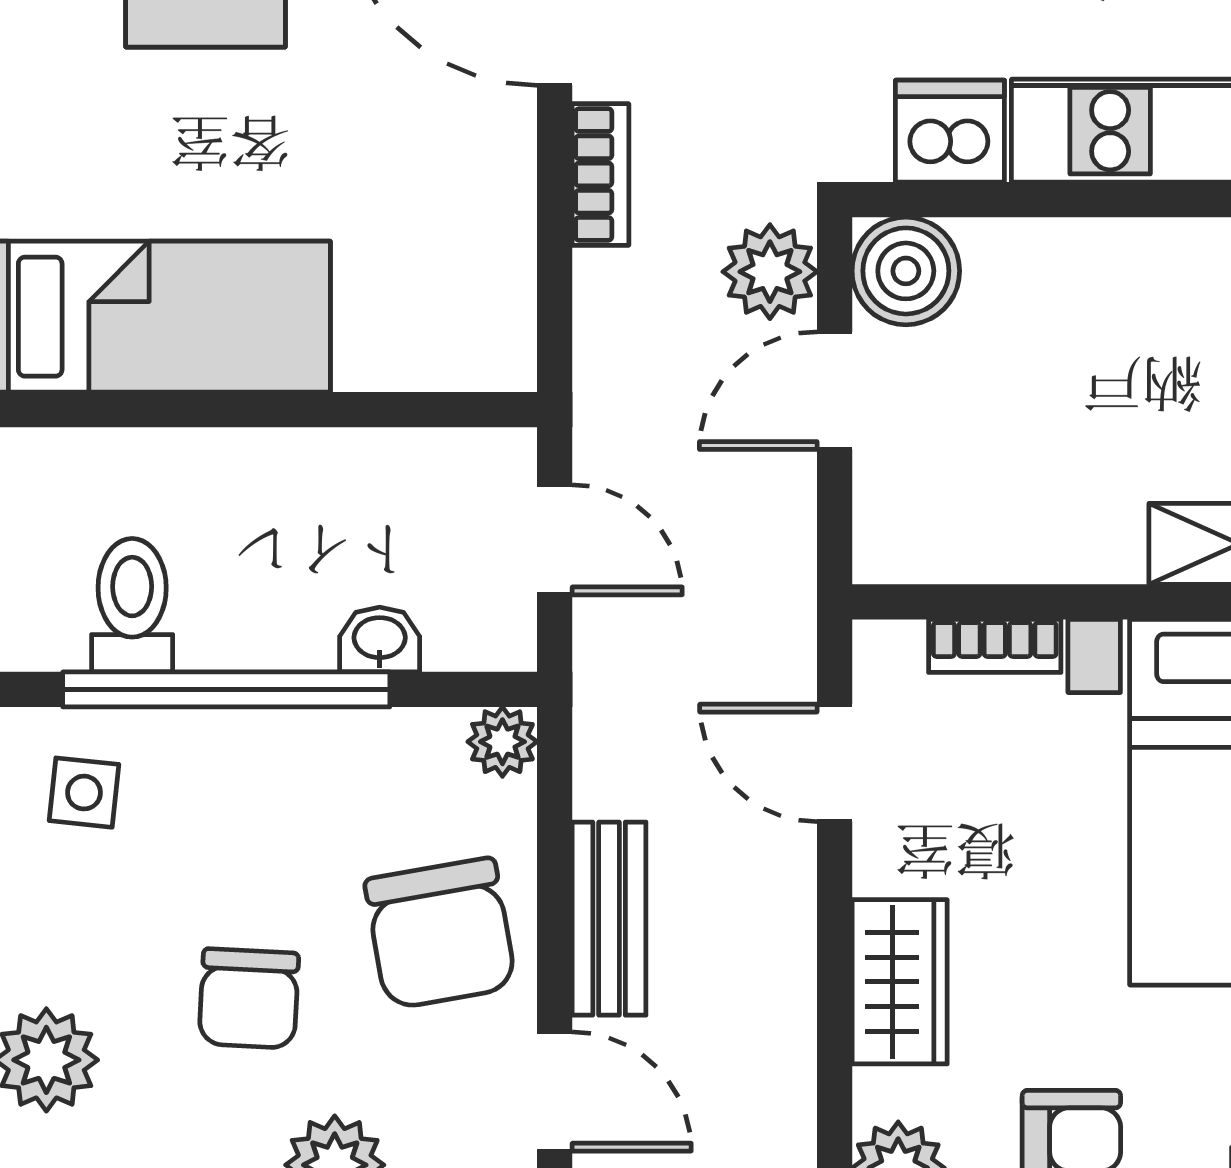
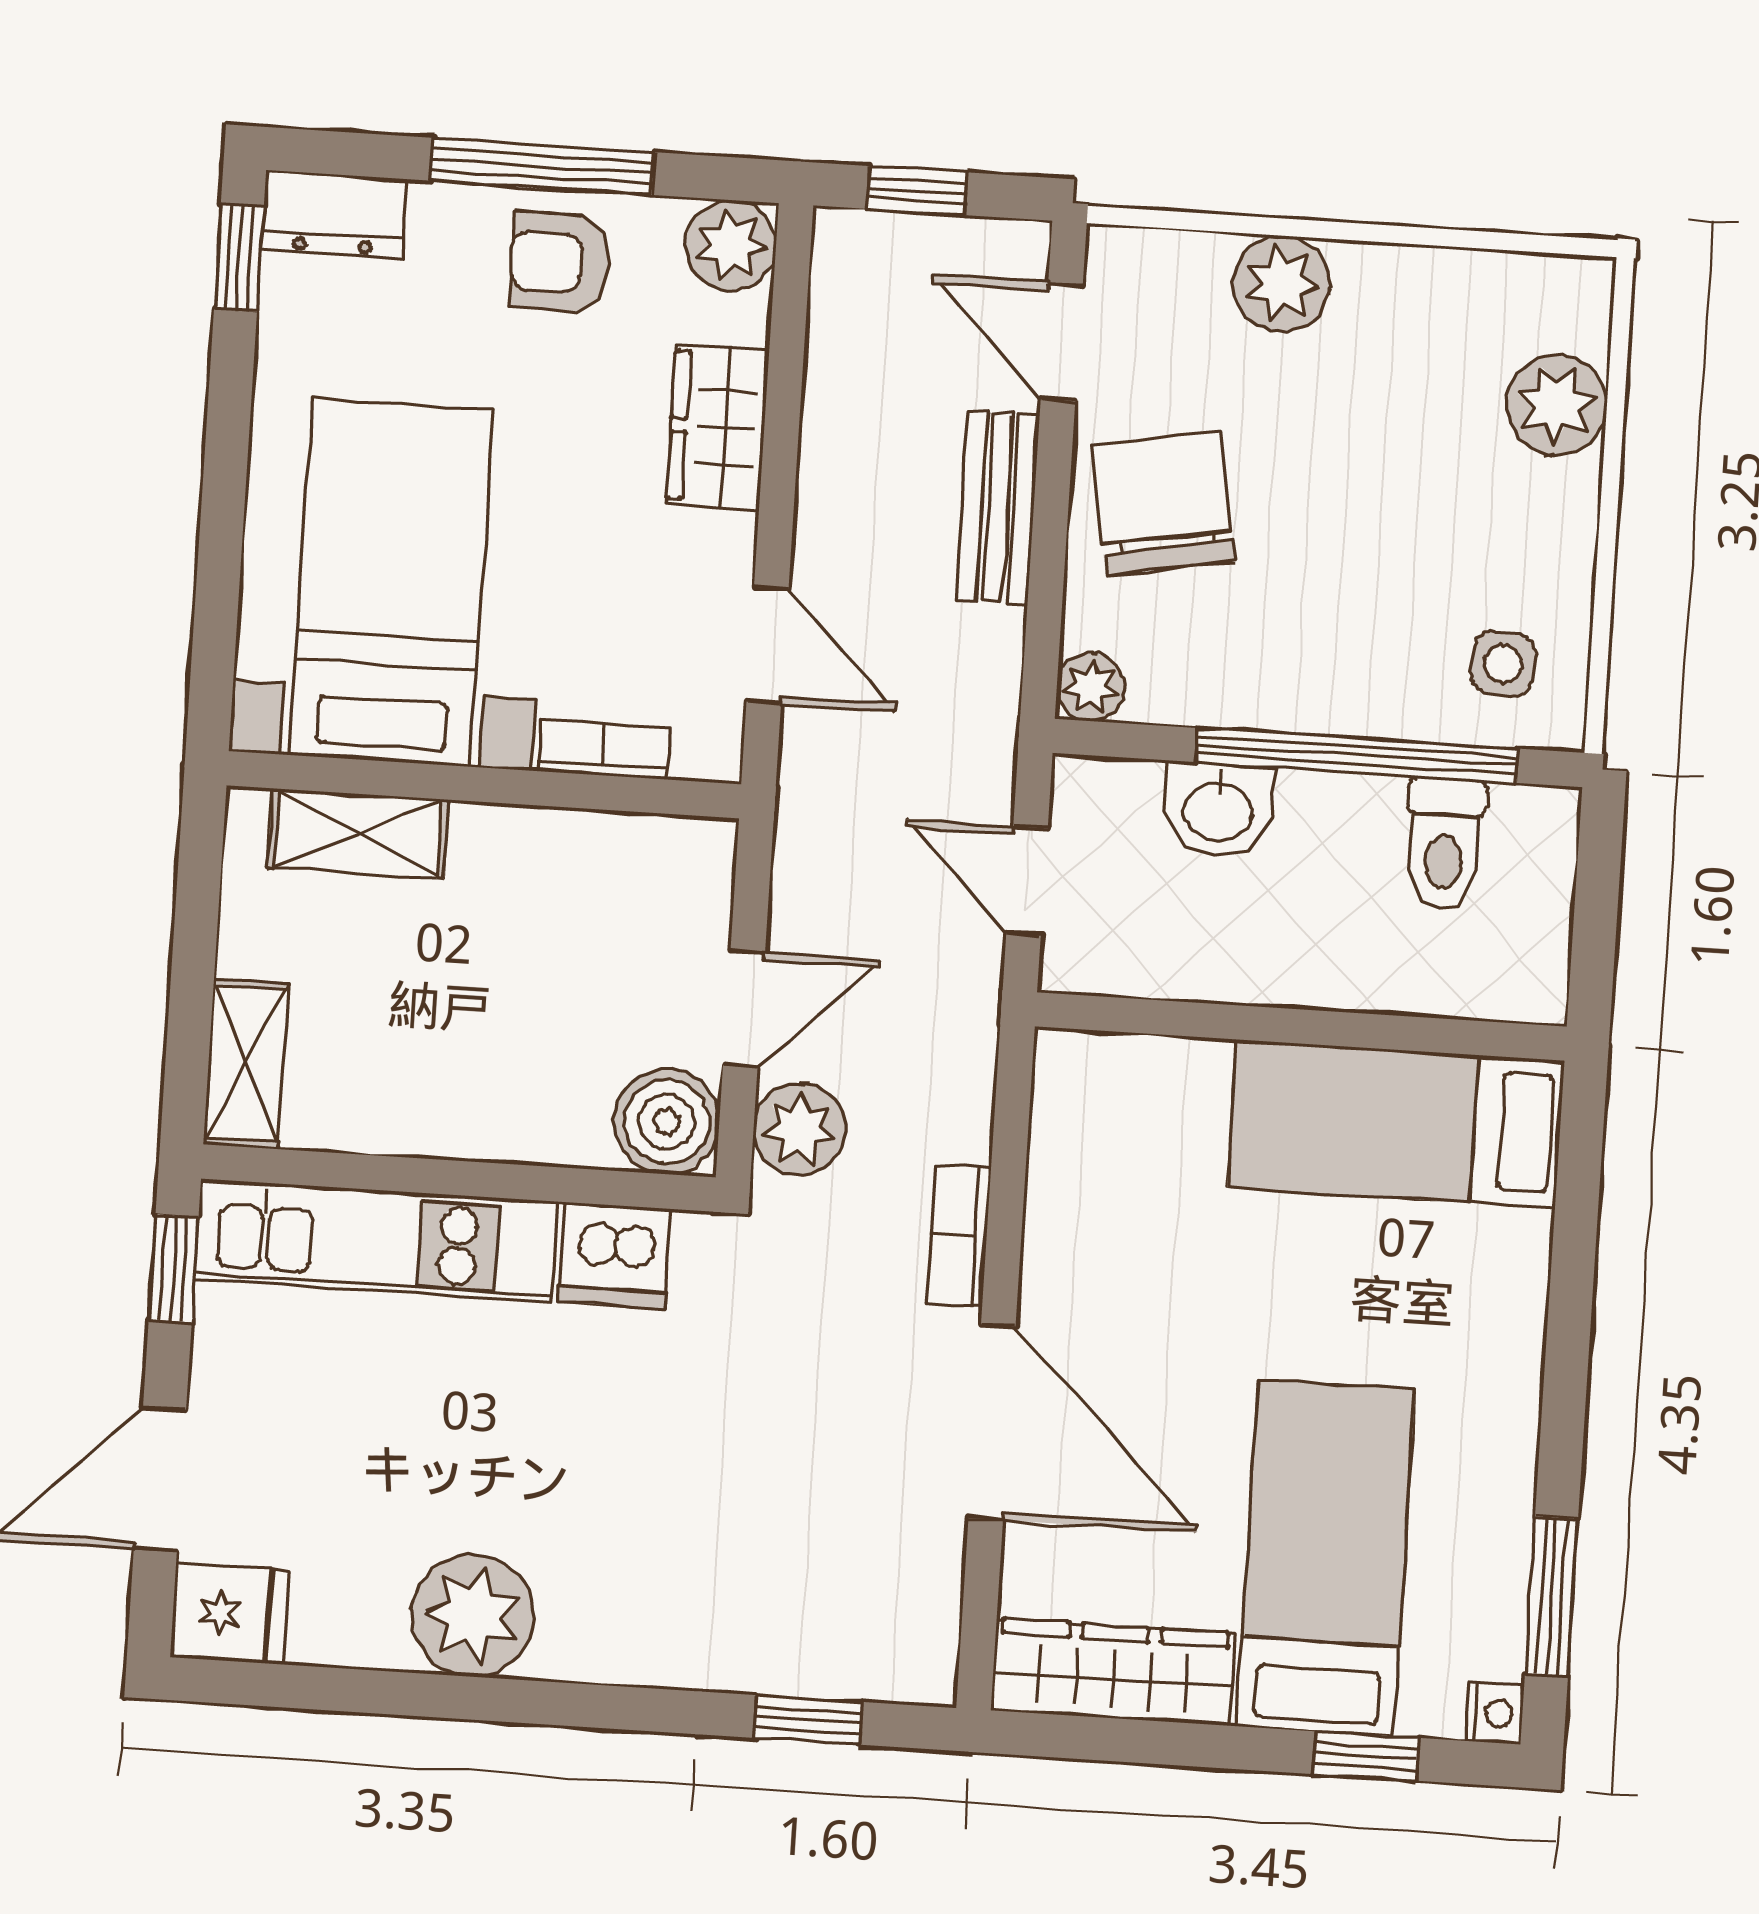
washbasin: (380, 640) -> (1218, 810), width x1.38, depth x1.45
chair: (249, 998) -> (1355, 452), removed

